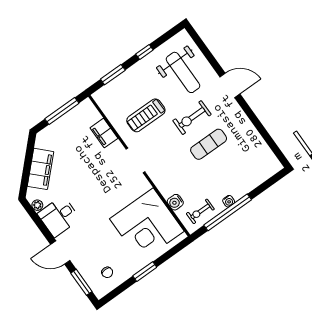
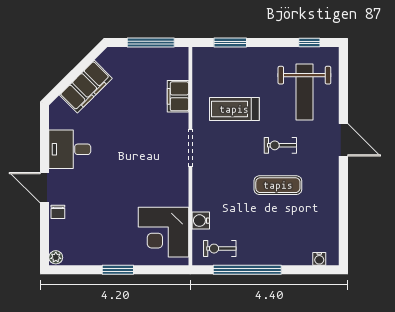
window: (144, 52) -> (309, 42), moved
exercise bike: (192, 118) -> (280, 145), width x0.73, depth x0.72
water cooler: (229, 201) -> (319, 259), moved
plant: (37, 205) -> (56, 257), moved
corner desk: (147, 225) -> (163, 232), width x0.74, depth x0.74
chair: (107, 272) -> (58, 212), moved
window: (81, 282) -> (45, 234), removed

